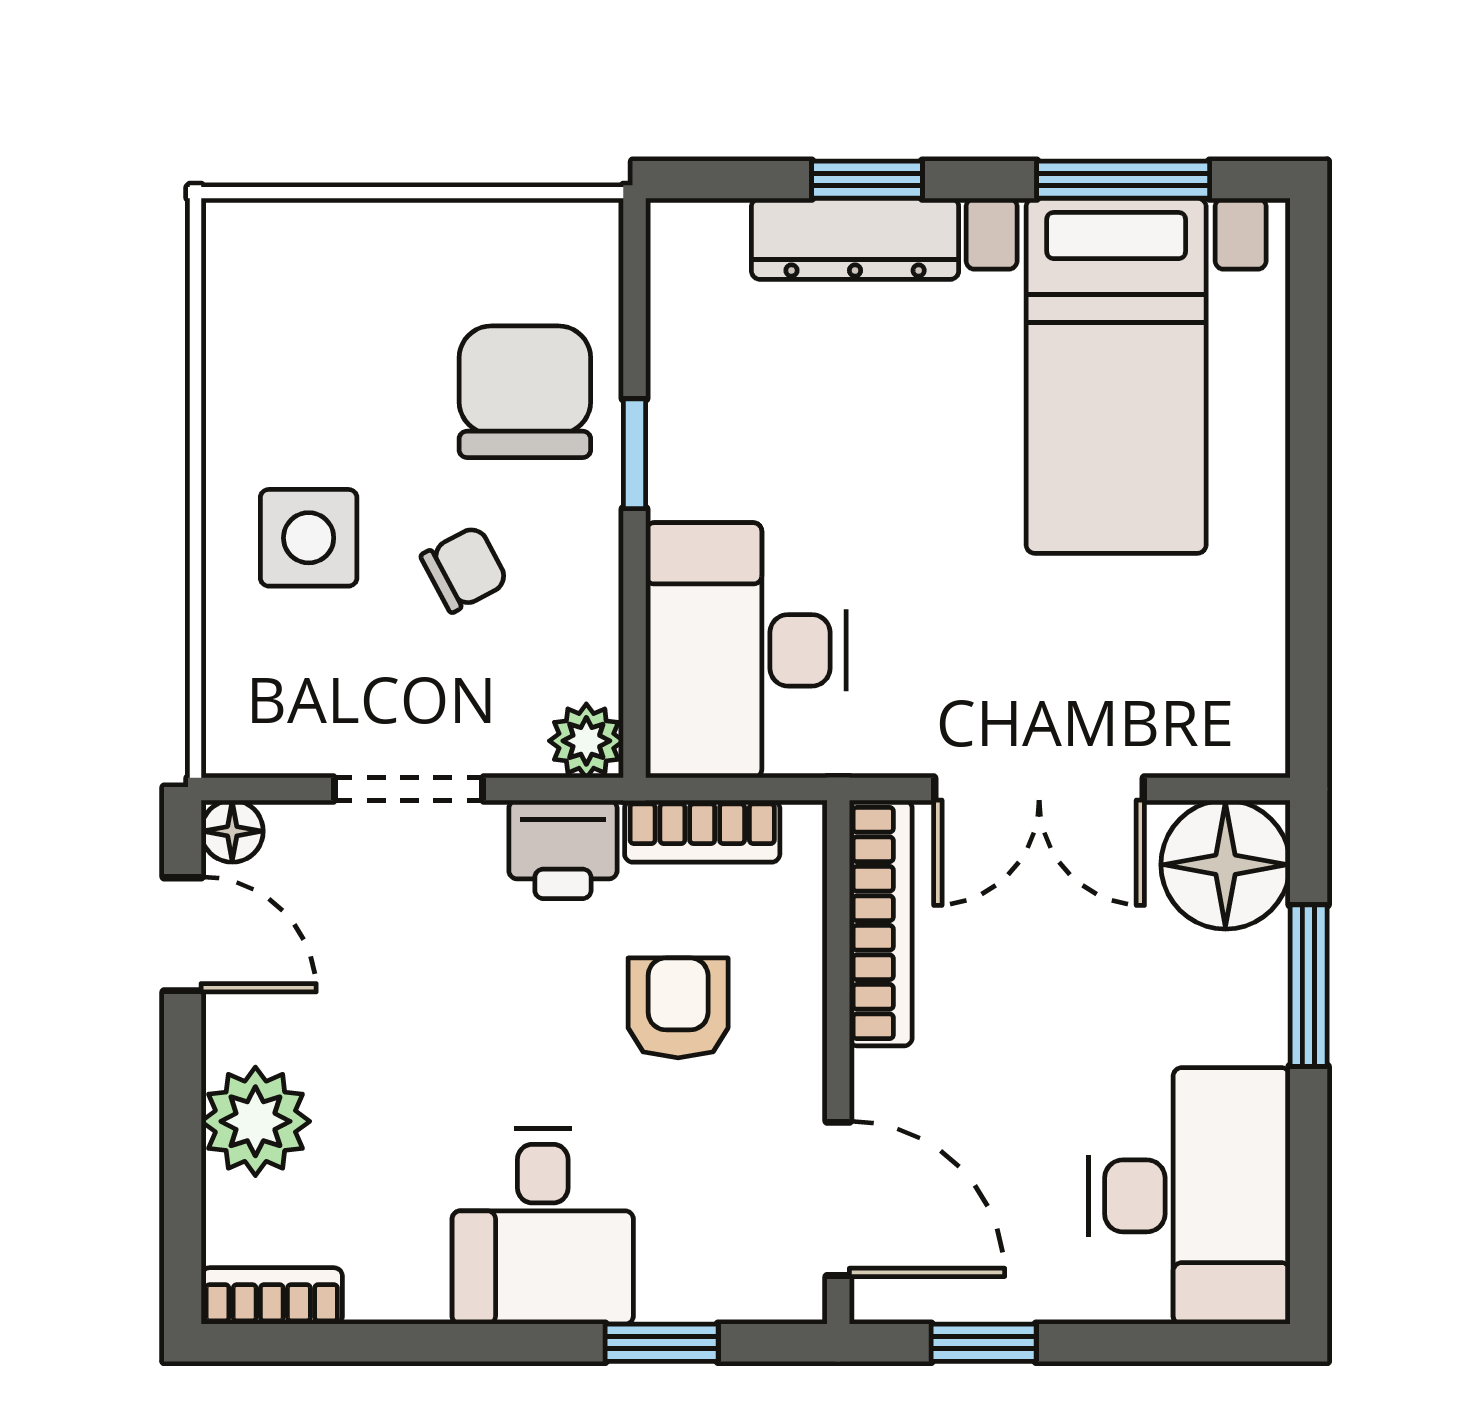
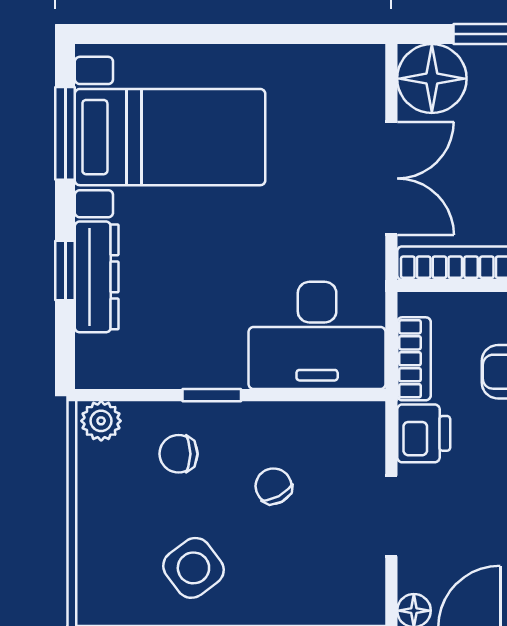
chair: (525, 392) -> (179, 454), width x0.54, depth x0.54
side table: (309, 538) -> (193, 568), moved, turned -37
plant: (586, 741) -> (101, 421), moved

